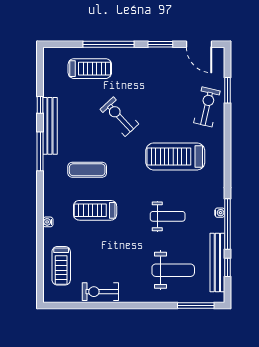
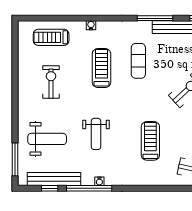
treadmill: (175, 156) -> (150, 141), width x0.73, depth x0.73
weight bench: (173, 270) -> (47, 139), turned -90
exercise bike: (100, 292) -> (51, 82), moved

